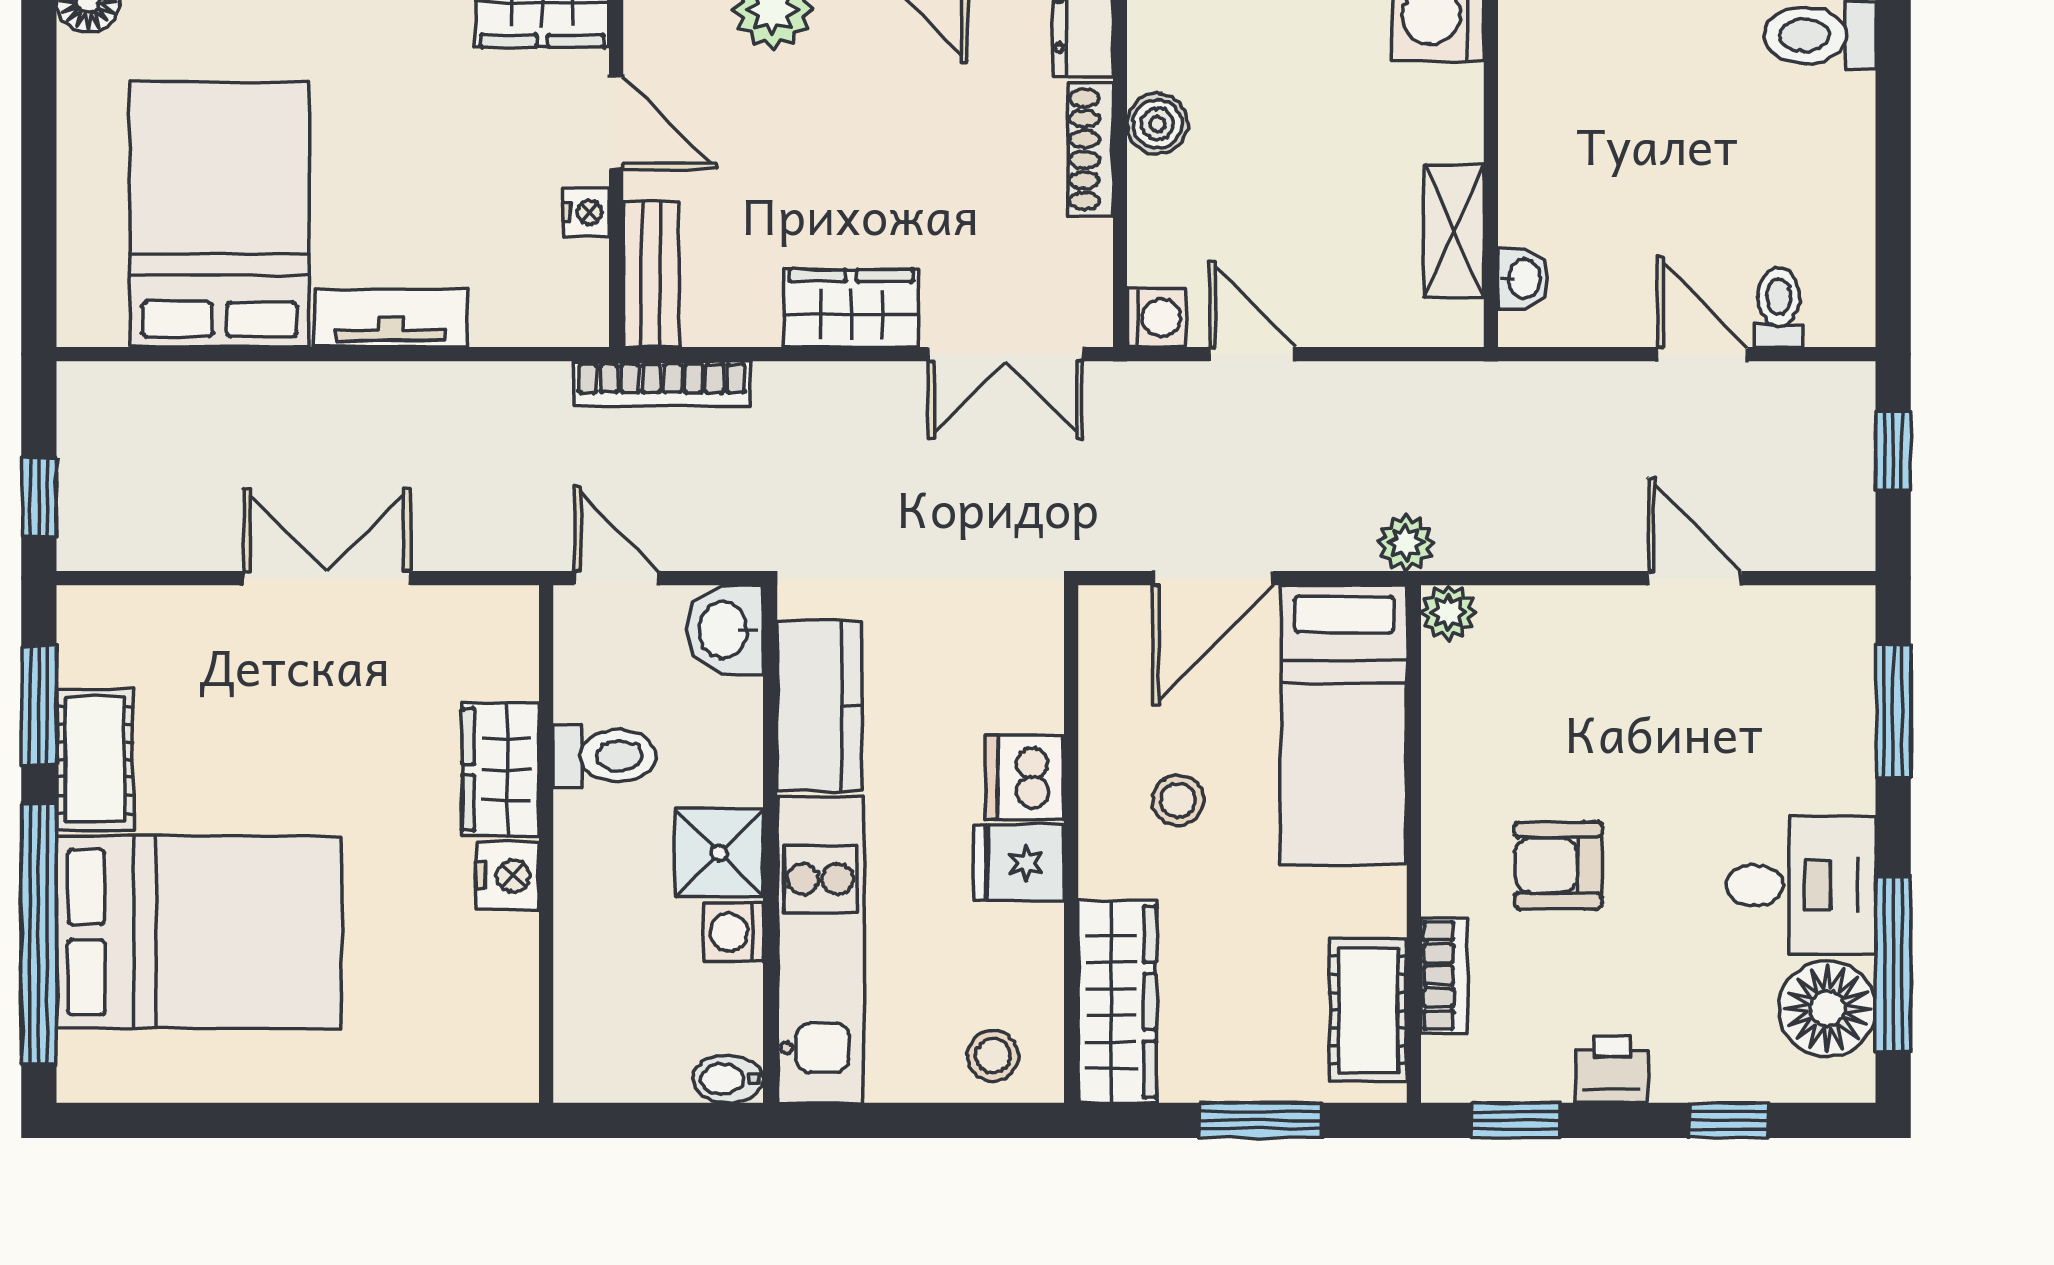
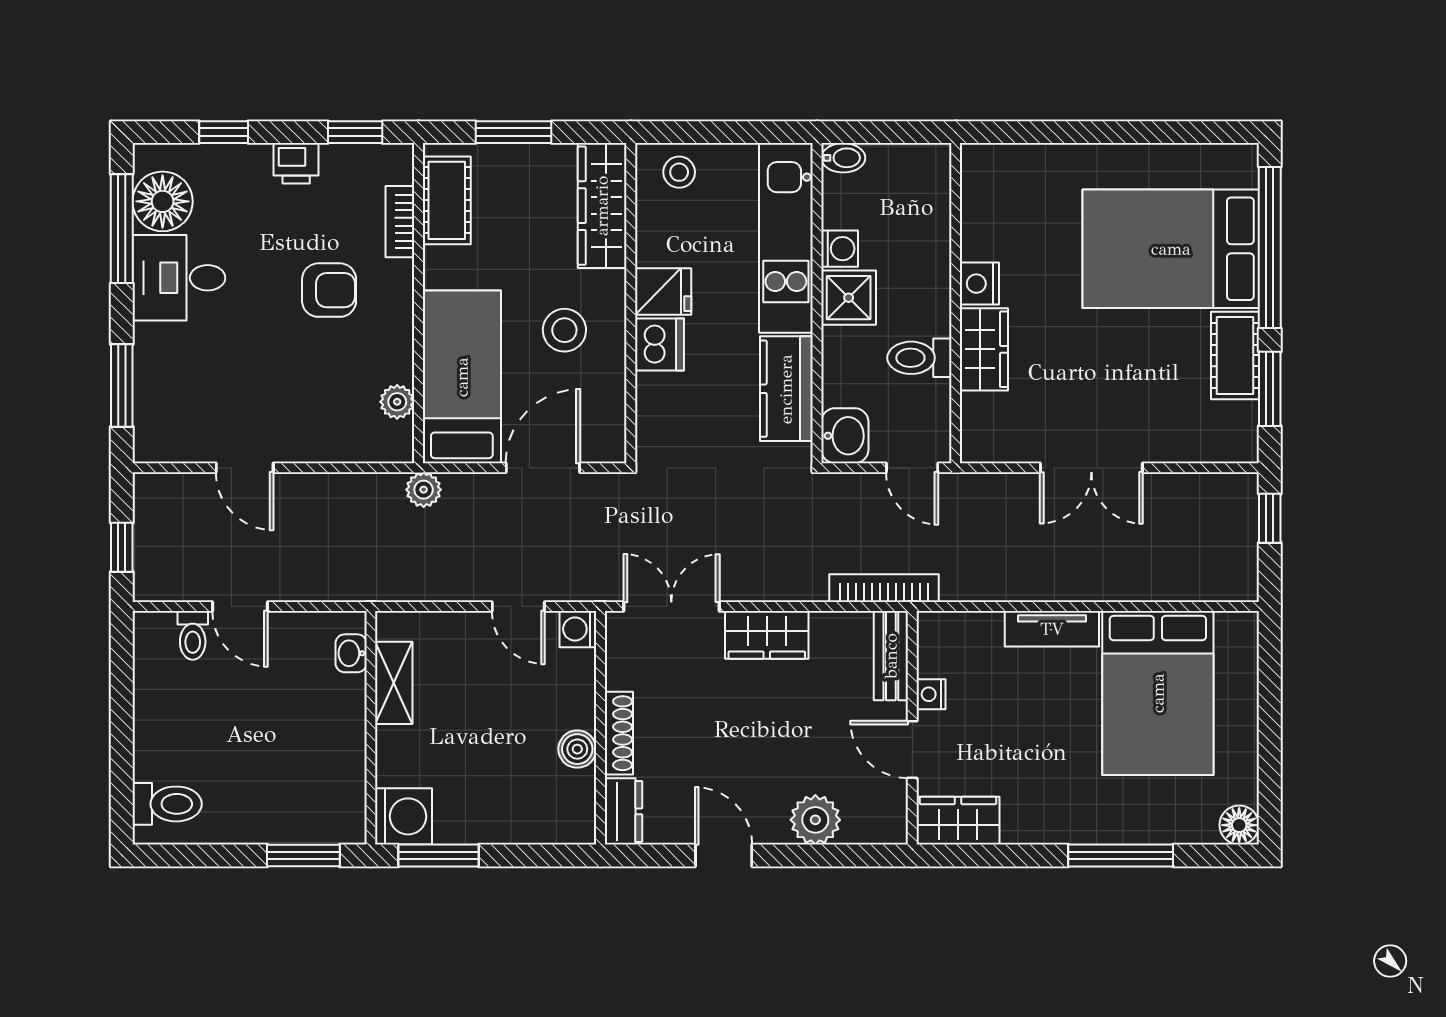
plant: (1448, 613) -> (397, 402), moved
stool: (1178, 800) -> (564, 330), width x1.37, depth x1.37

